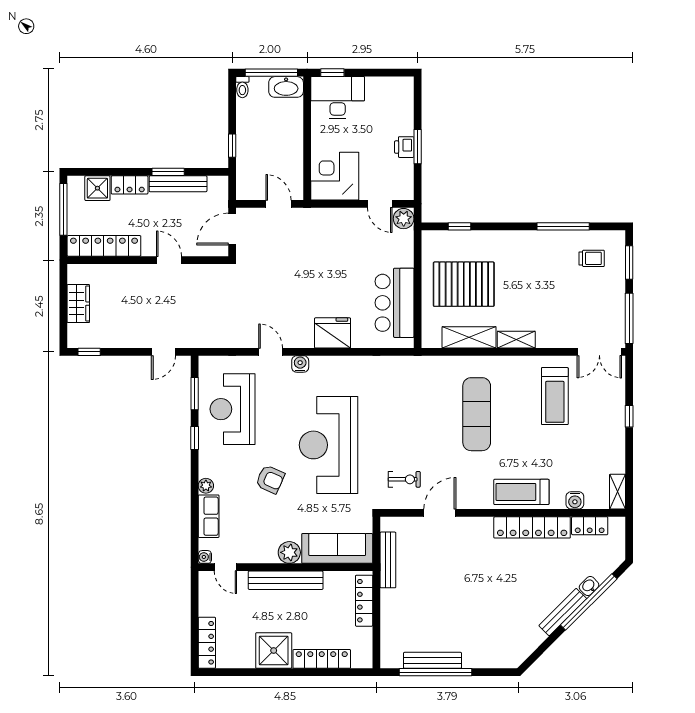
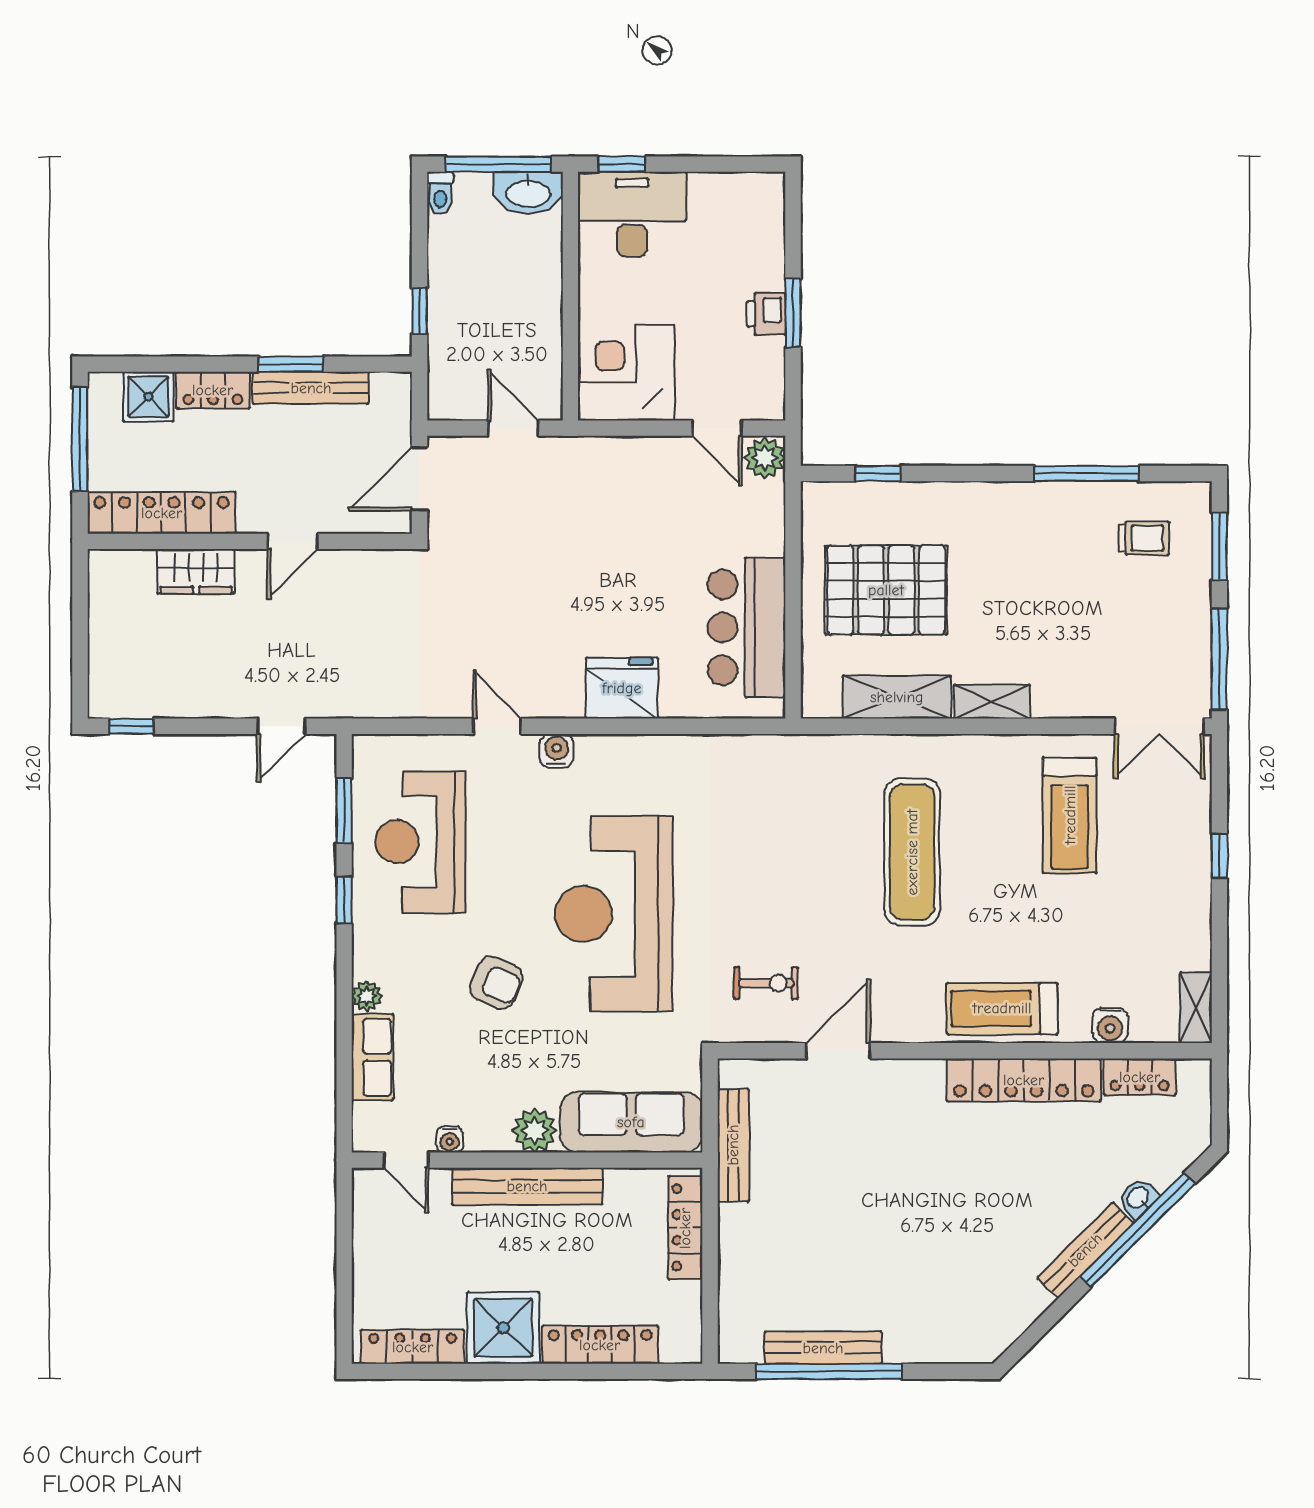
door: (169, 260) -> (292, 541), swing flipped
wardrobe: (78, 304) -> (196, 571), moved, turned 90
water cooler: (205, 557) -> (450, 1139), moved, turned -90
locker: (207, 643) -> (413, 1347), moved, turned -90

